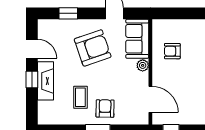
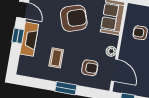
plant: (143, 65) -> (111, 51), moved
armchair: (105, 108) -> (90, 68), moved, turned 89

